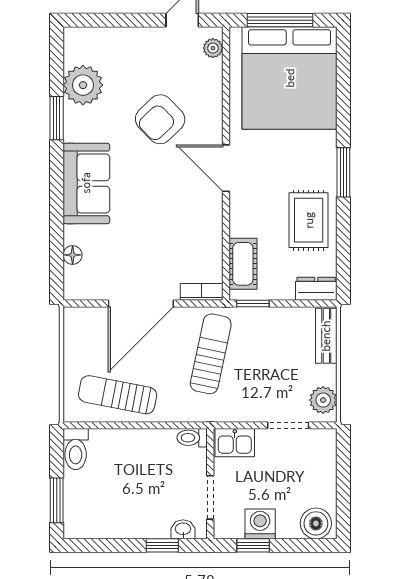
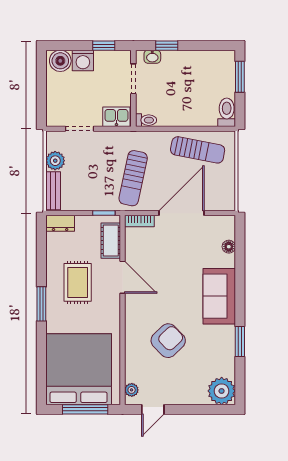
plant: (83, 85) -> (222, 391), moved
door: (226, 168) -> (123, 277), moved
rug: (309, 220) -> (78, 282), moved
plant: (323, 400) -> (55, 161), moved
washing machine: (260, 524) -> (83, 60), moved

